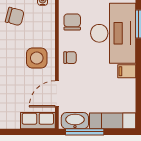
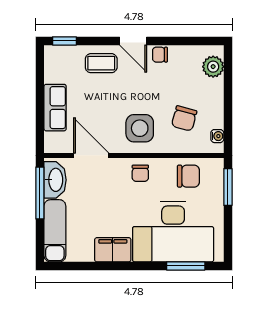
chair: (15, 16) -> (184, 118), moved
filing cabinet: (127, 71) -> (113, 250), width x2.00
row of seats: (38, 121) -> (55, 108), moved

